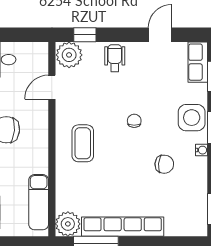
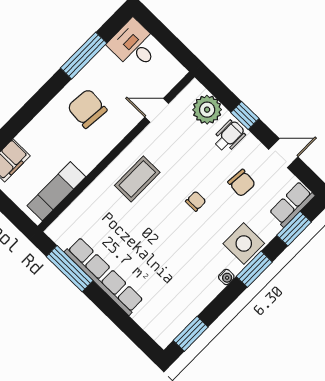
window: (85, 35) -> (245, 115), moved
plant: (69, 55) -> (207, 110), moved
chair: (164, 164) -> (242, 183), moved
plant: (68, 224) -> (63, 231), removed

